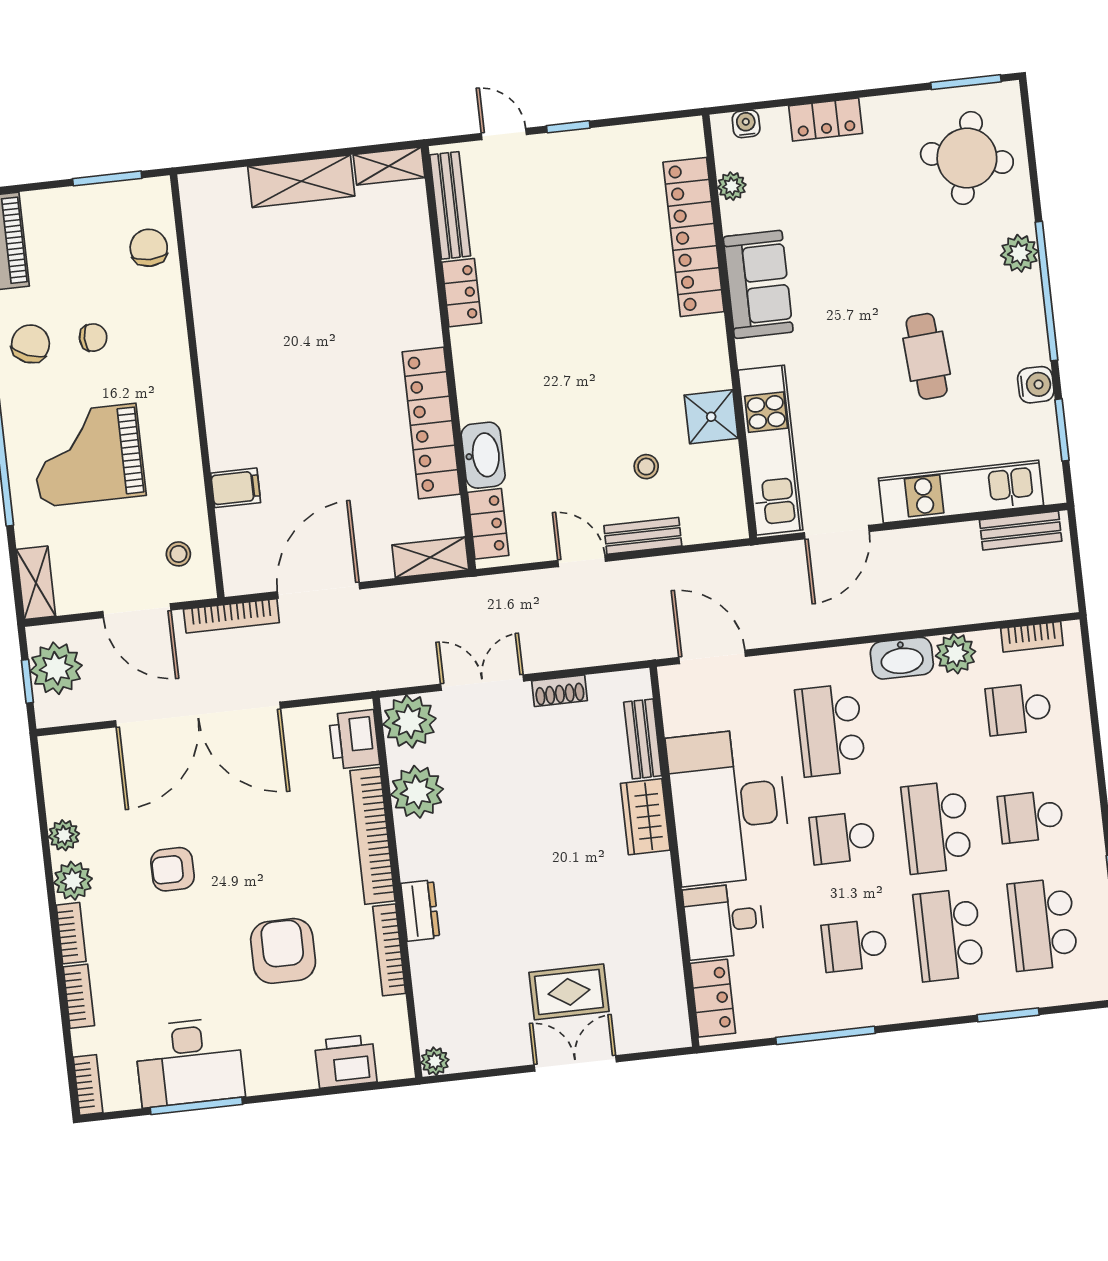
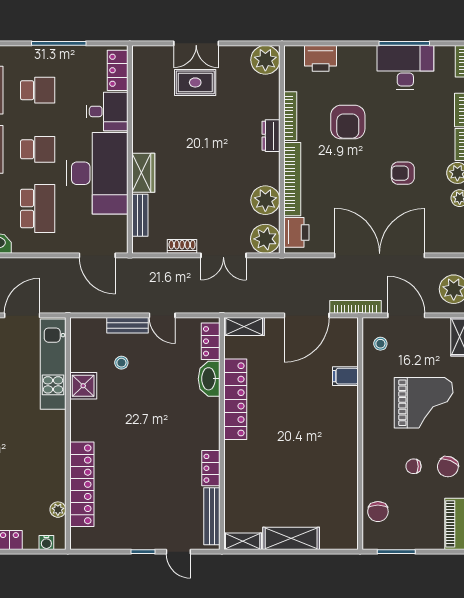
sofa: (758, 284) -> (50, 455), removed
armchair: (173, 869) -> (403, 173), turned 180
plant: (435, 1061) -> (265, 60), width x1.88, depth x1.88

